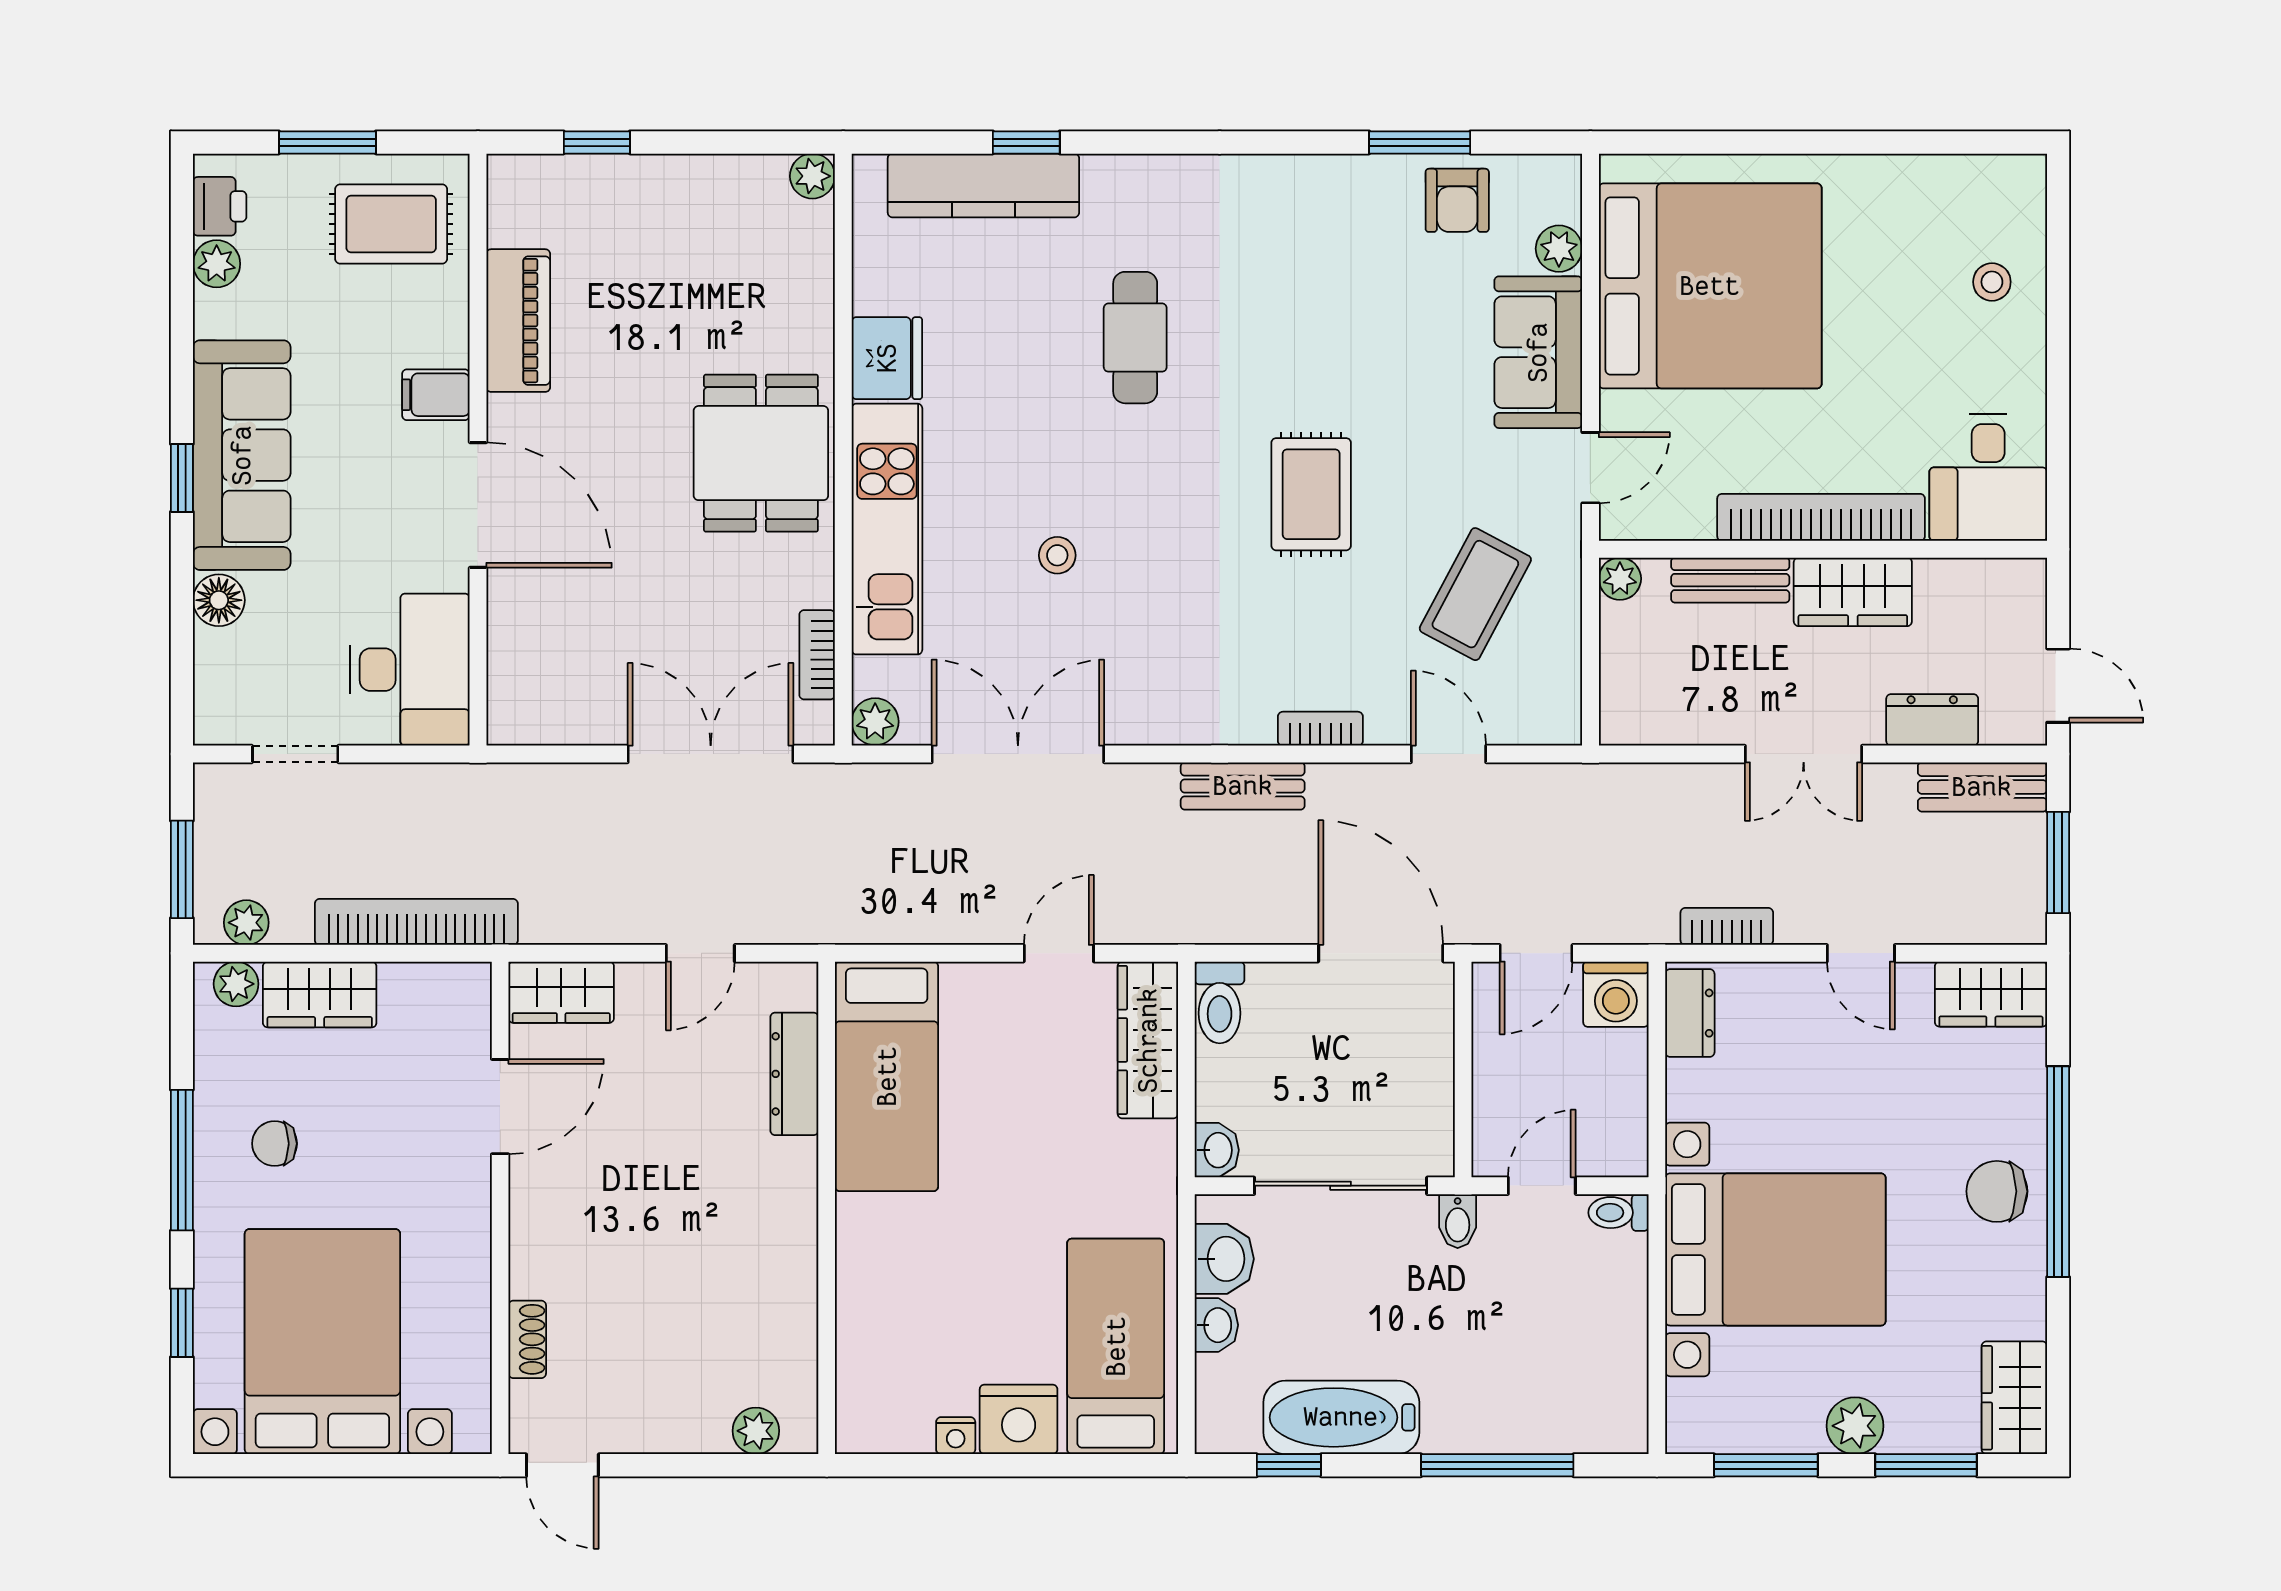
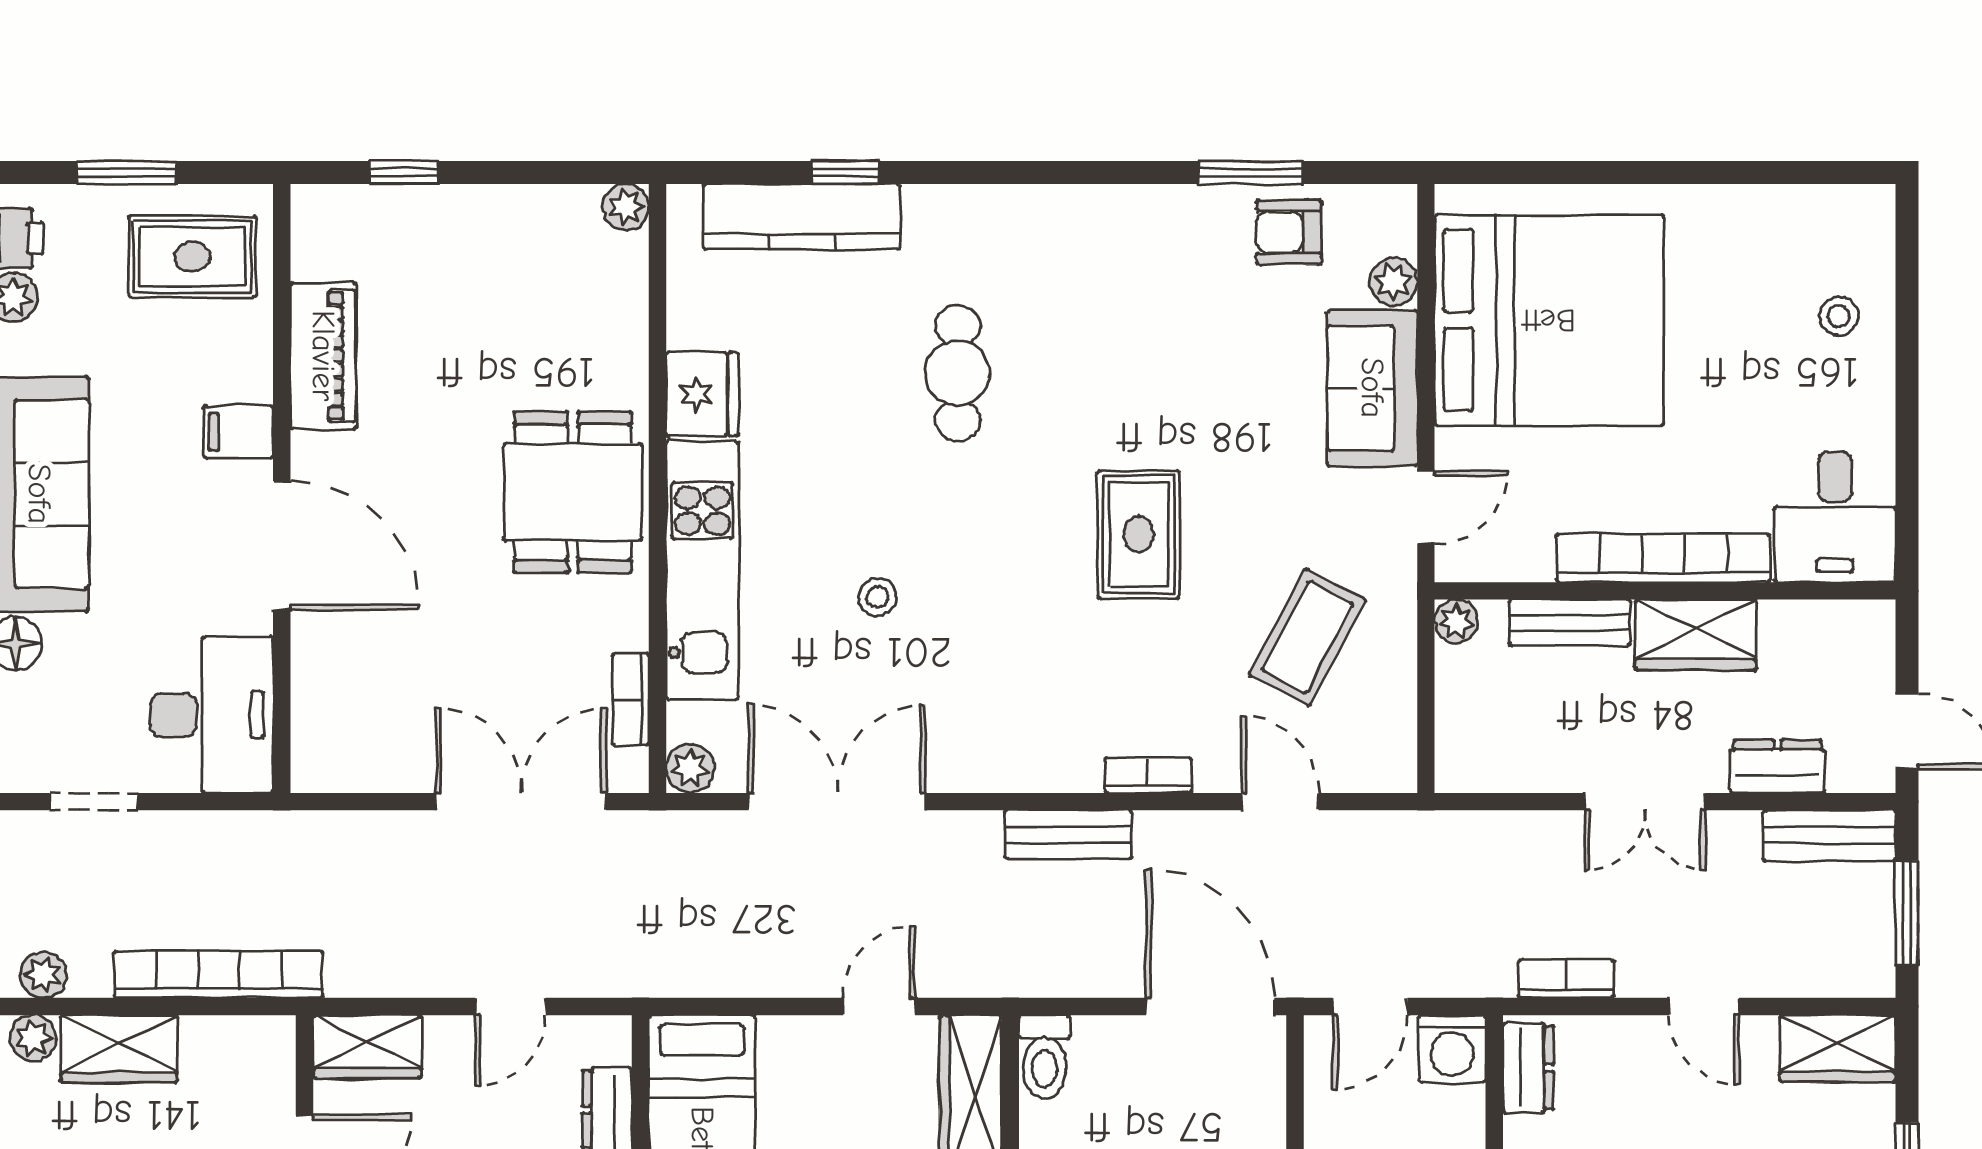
armchair: (1457, 200) -> (1289, 232), turned 90

